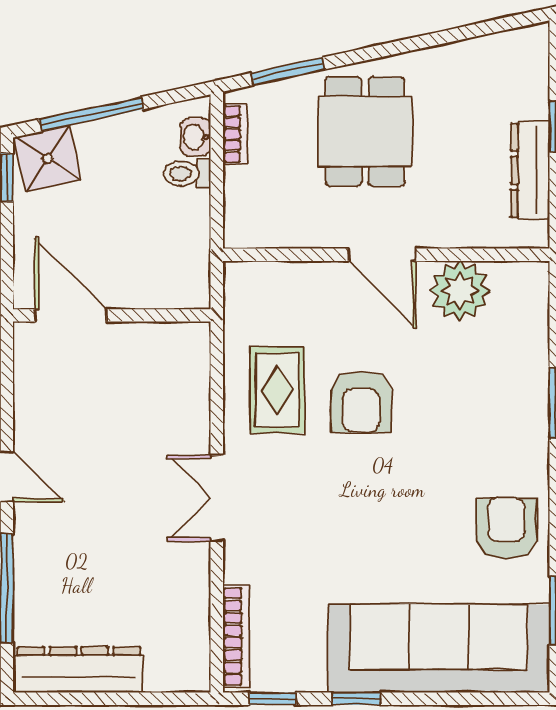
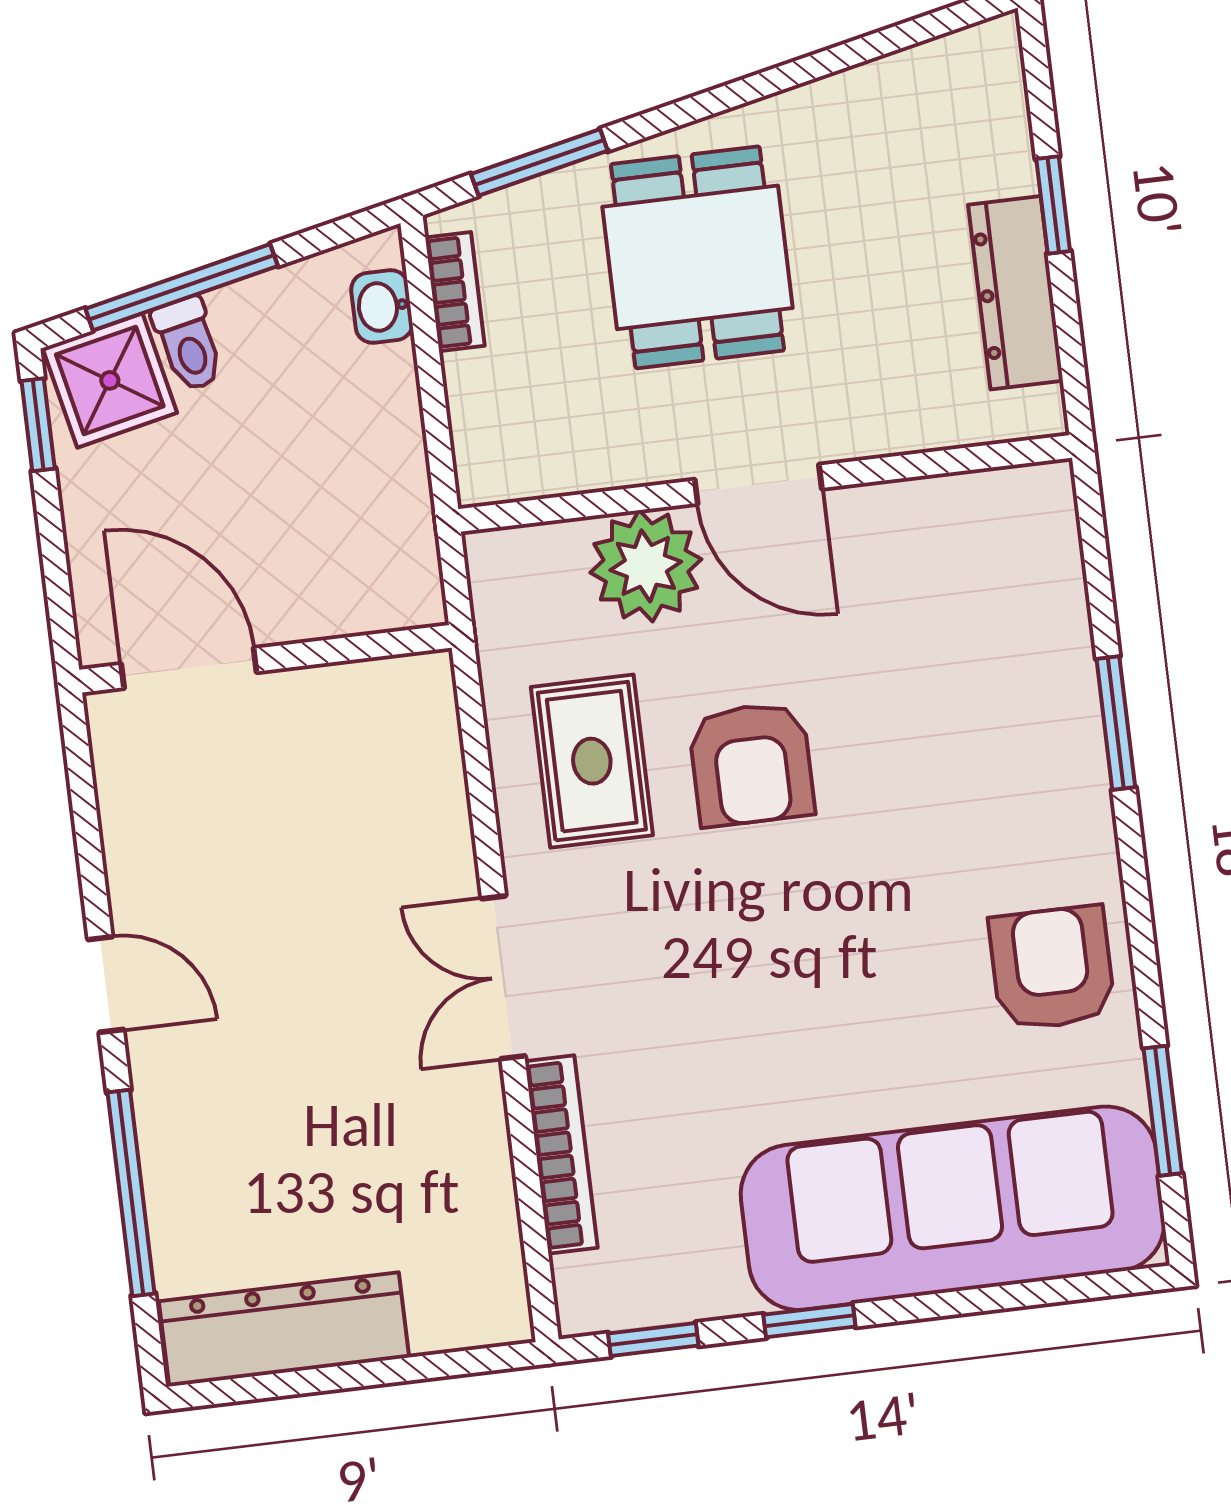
toilet: (187, 174) -> (188, 344), moved, turned -102
plant: (460, 291) -> (646, 566), moved
bookcase: (236, 636) -> (561, 1155), moved

